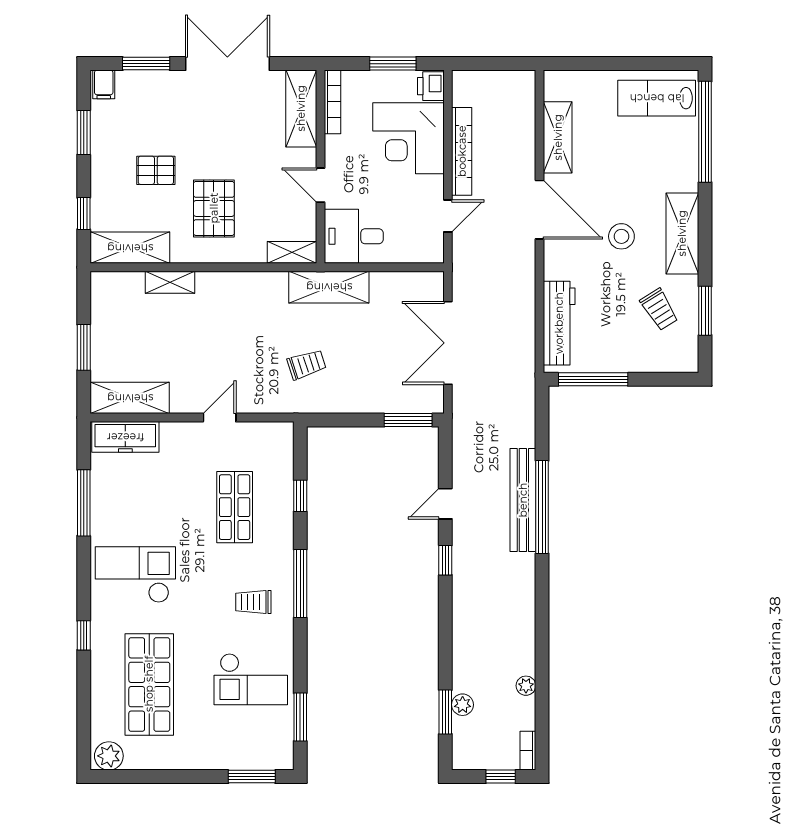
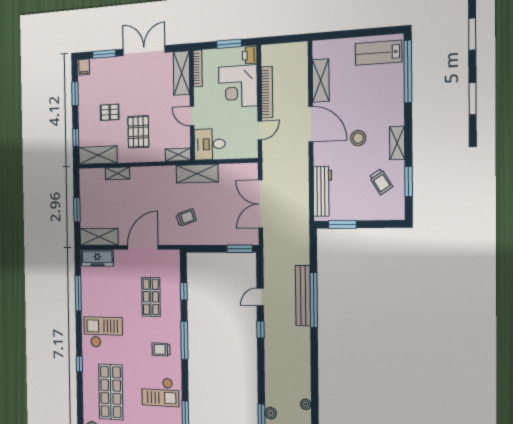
shelving: (682, 233) -> (397, 143), width x0.67, depth x0.75
window: (593, 379) -> (342, 224), width x0.69
door: (220, 418) -> (143, 247), width x1.88

